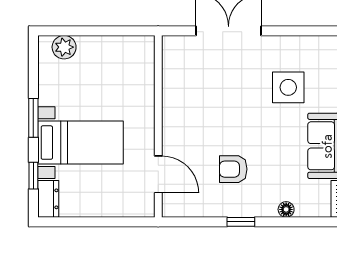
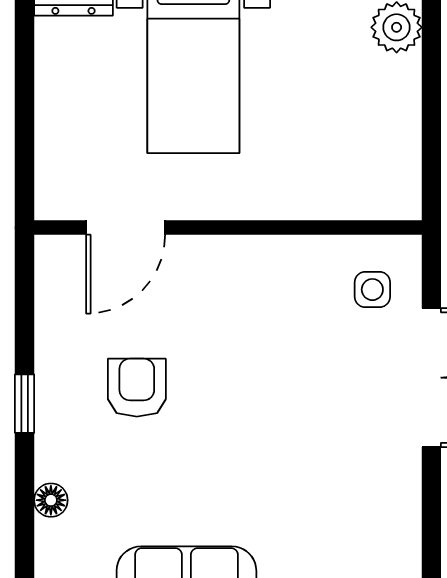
side table: (288, 87) -> (372, 290), moved, width x0.54, depth x0.54

